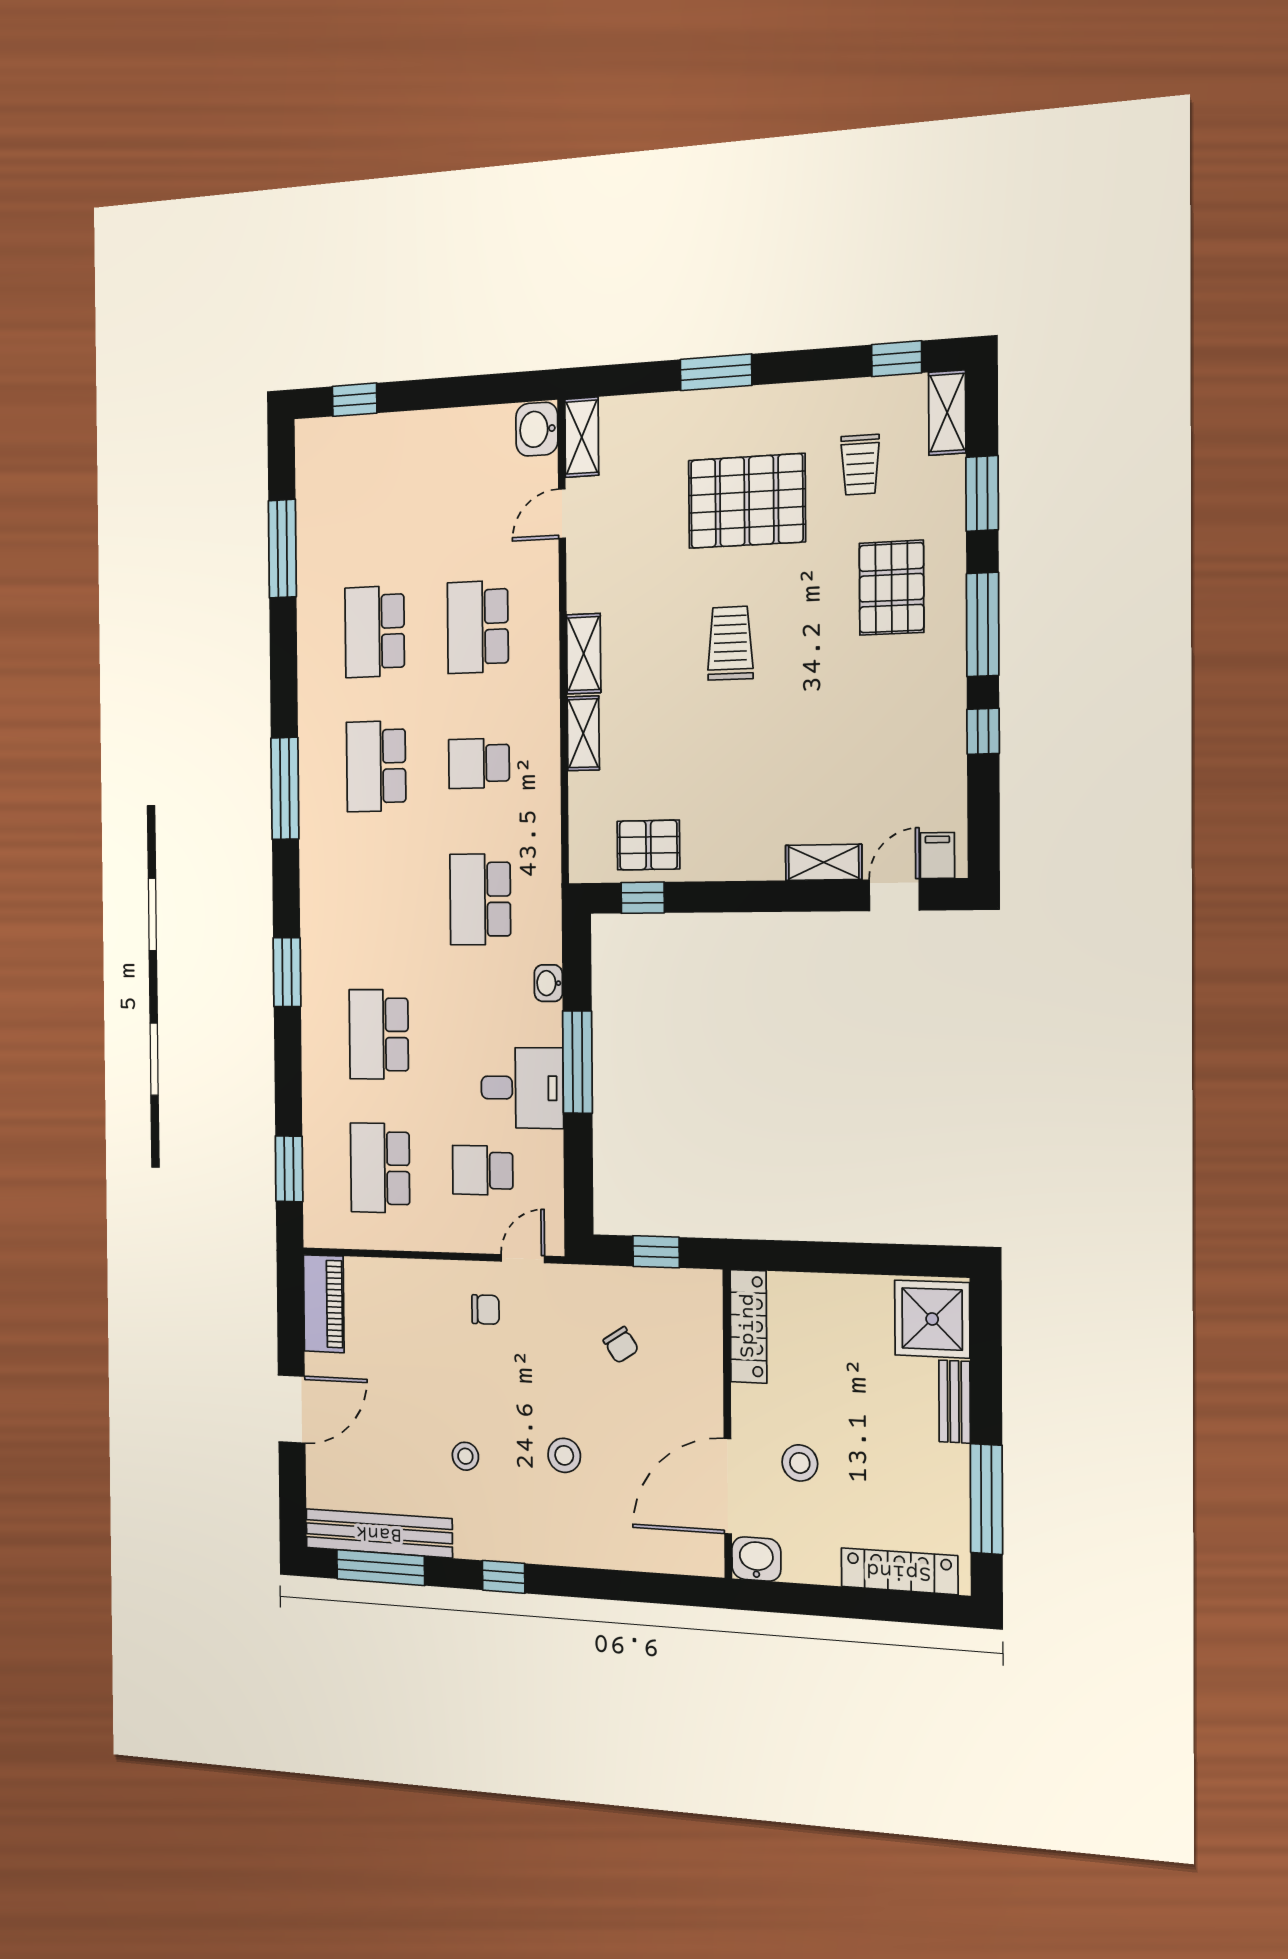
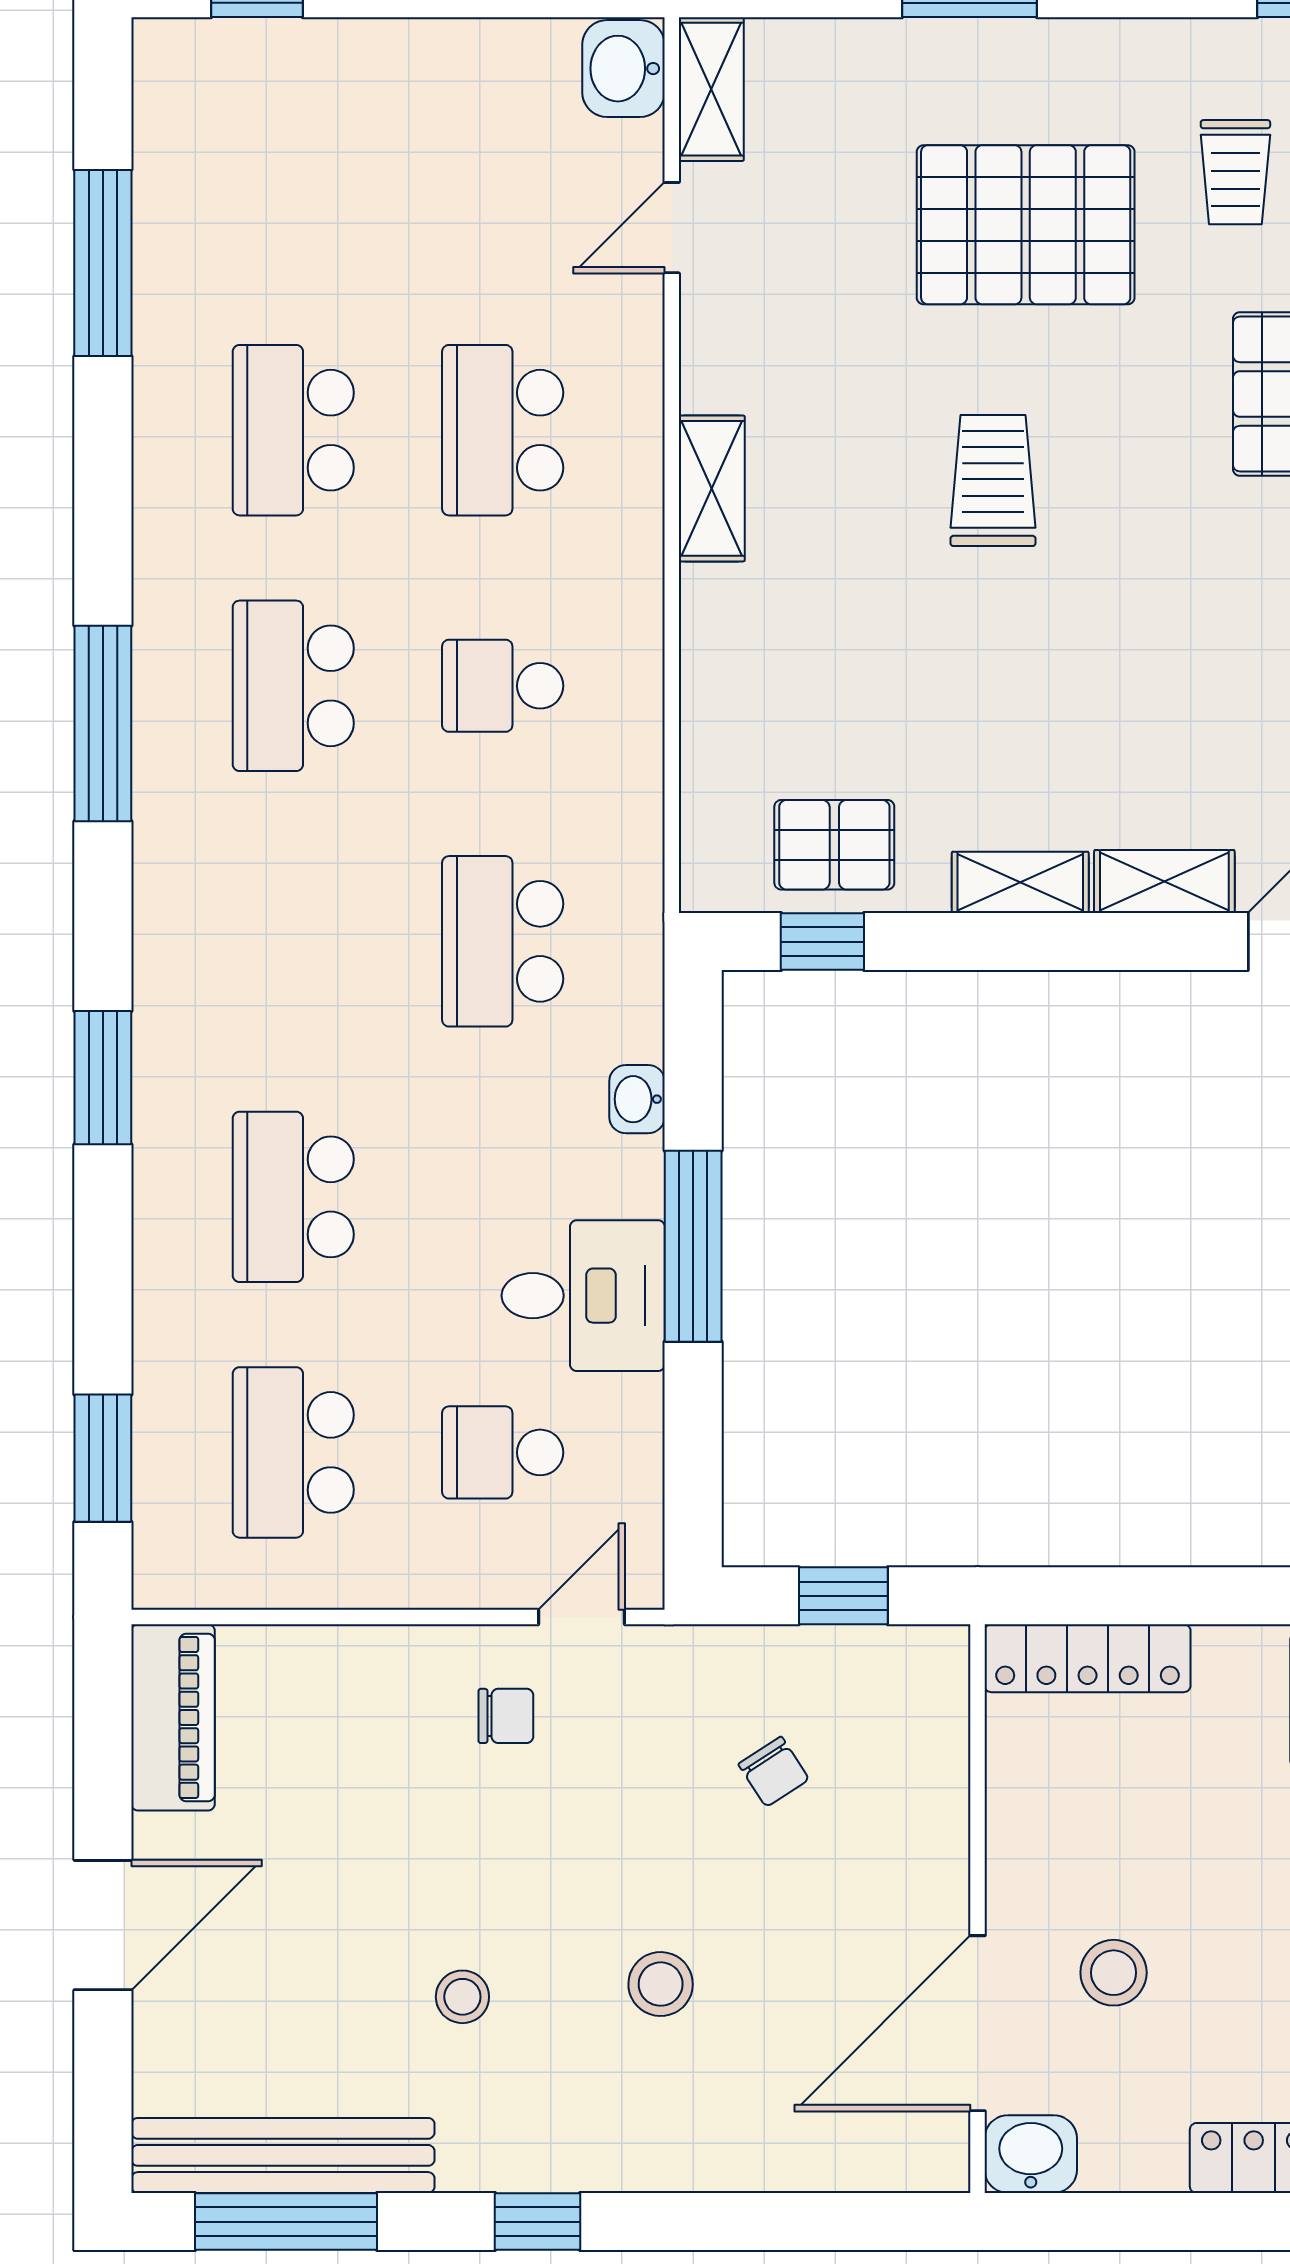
shelving: (583, 733) -> (1020, 882), moved, turned 90
locker: (748, 1326) -> (1088, 1658), moved, turned 90

